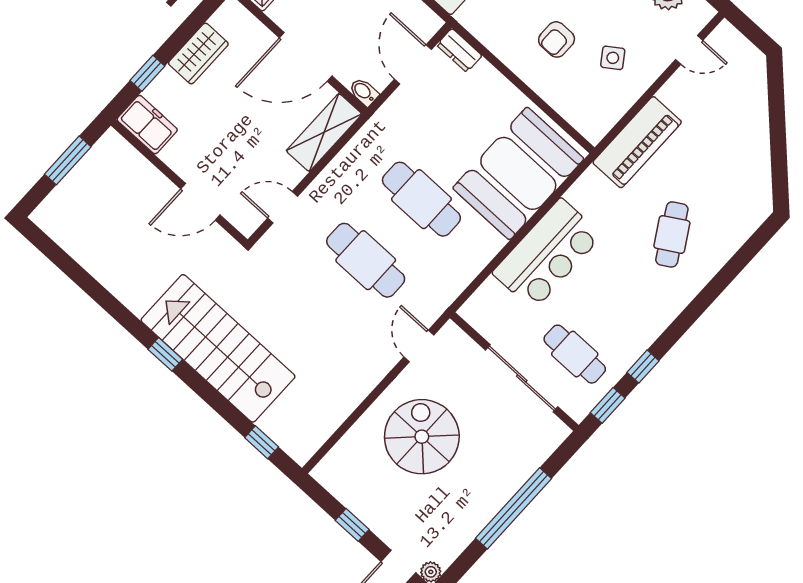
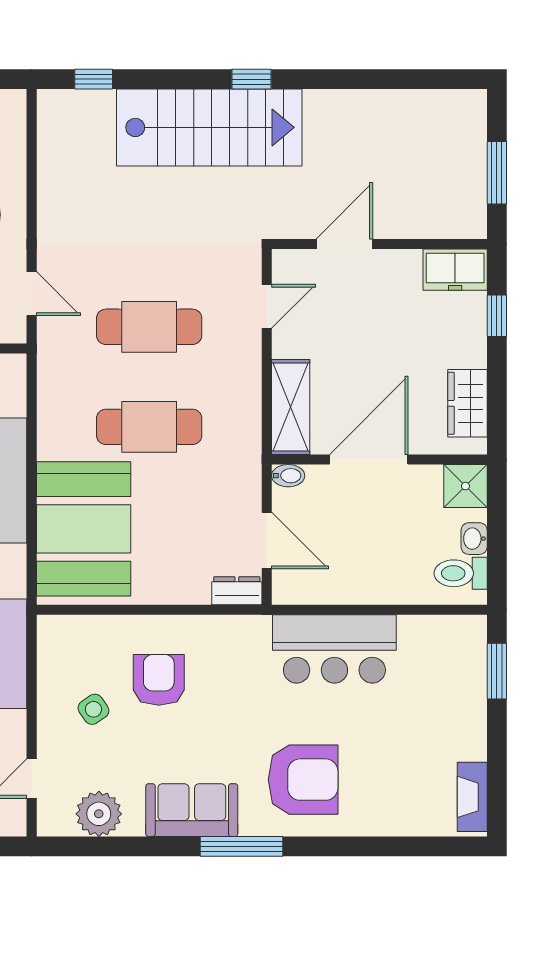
armchair: (557, 39) -> (159, 680), width x1.38, depth x1.38
wardrobe: (198, 53) -> (467, 403), moved

